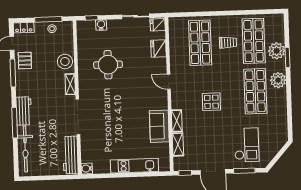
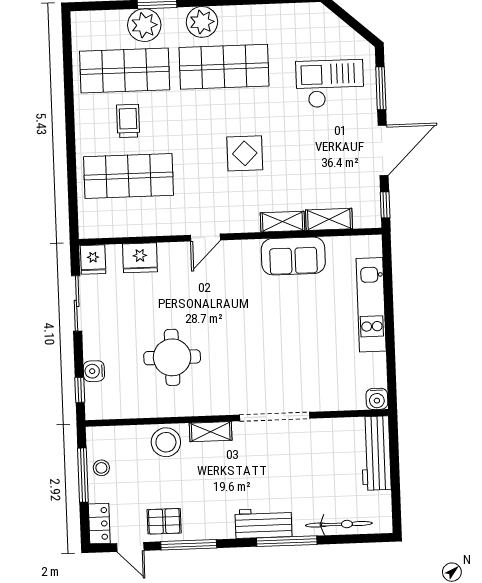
bicycle: (25, 149) -> (339, 524), width x0.73, depth x0.71
workbench: (70, 155) -> (376, 453), moved, turned 90

